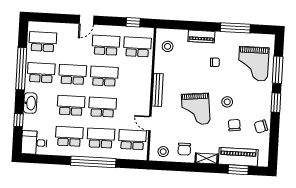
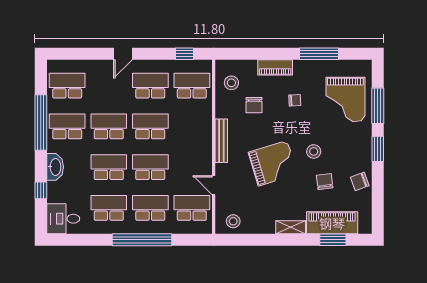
grand piano: (196, 109) -> (273, 163), turned -101
chair: (184, 149) -> (254, 105), moved

